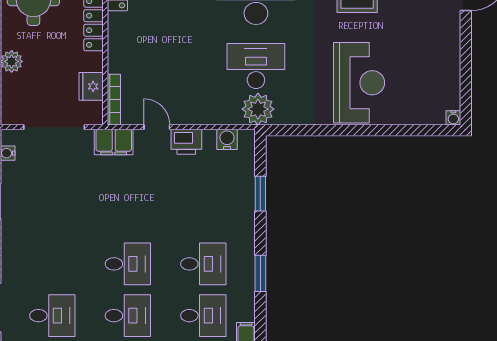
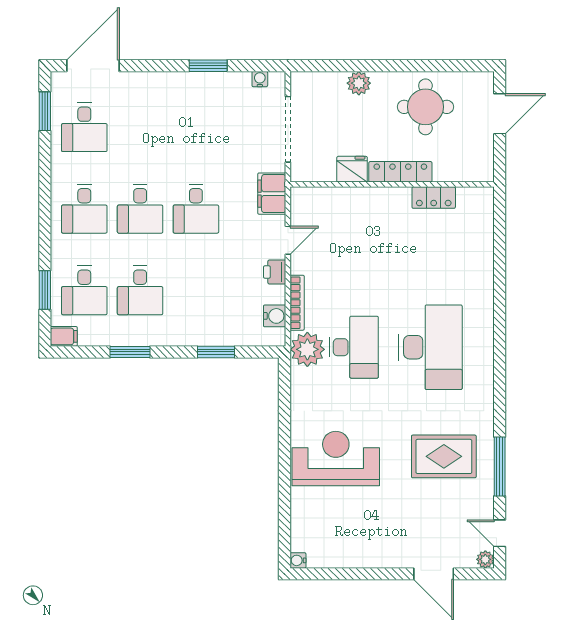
reception desk: (359, 83) -> (336, 459), turned 180
fridge: (91, 86) -> (352, 169), moved
bookcase: (114, 100) -> (297, 303), moved, turned -90
printer: (186, 142) -> (275, 272), width x0.73, depth x0.81
desk: (128, 212) -> (196, 209), added

